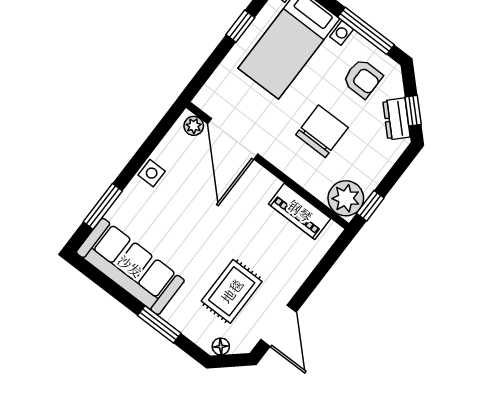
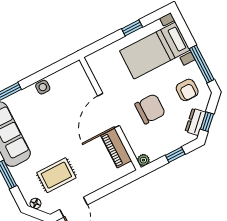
plant: (194, 126) -> (79, 72), removed
door: (233, 139) -> (109, 111), moved
plant: (346, 198) -> (143, 160), width x0.53, depth x0.53
window: (370, 206) -> (175, 155), moved

